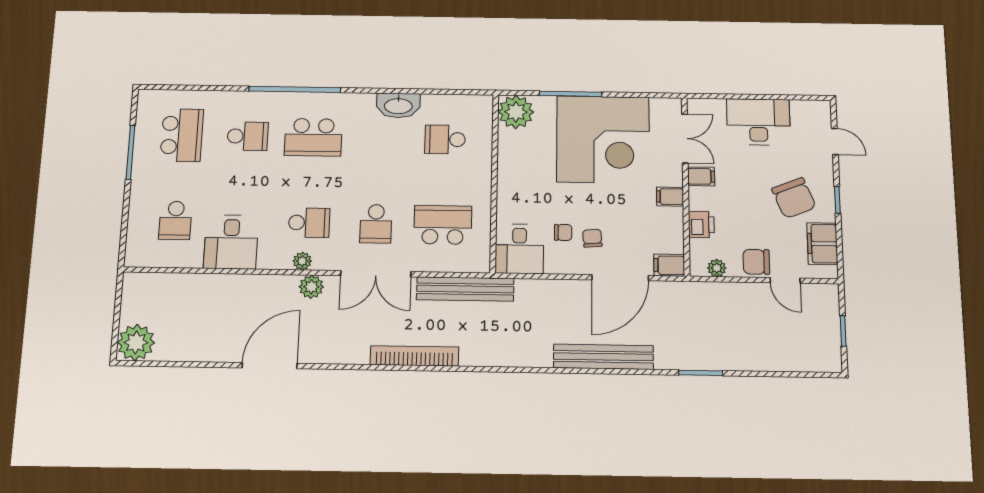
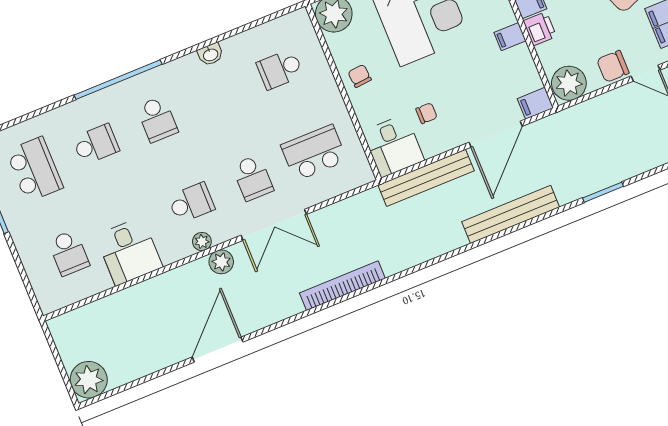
washbasin: (398, 105) -> (210, 54), width x0.52, depth x0.69
school desk: (313, 137) -> (157, 119), width x0.54
printer: (701, 225) -> (540, 29), moved
chair: (592, 238) -> (360, 76), moved
plant: (717, 268) -> (569, 83), width x1.87, depth x1.87
bench: (465, 289) -> (426, 178), moved

